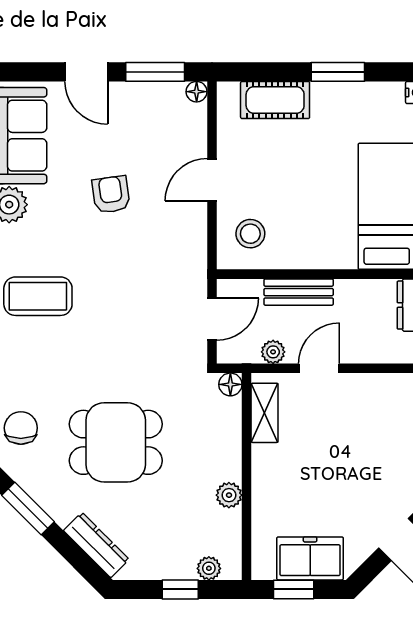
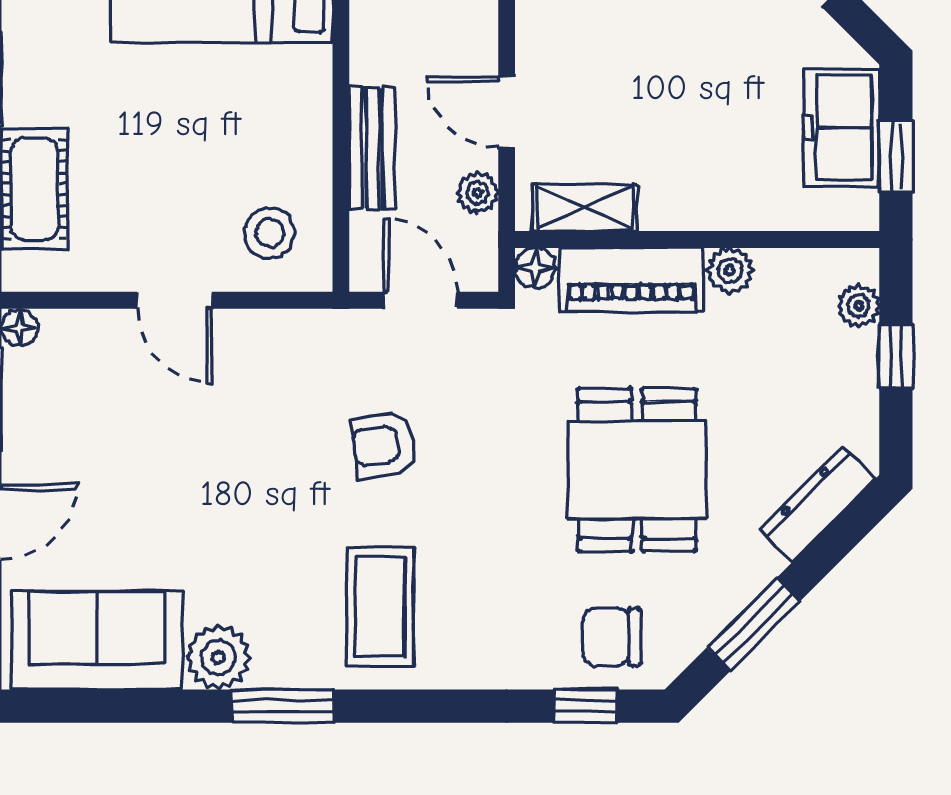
armchair: (111, 195) -> (384, 445), moved
piano: (224, 439) -> (631, 280), added

